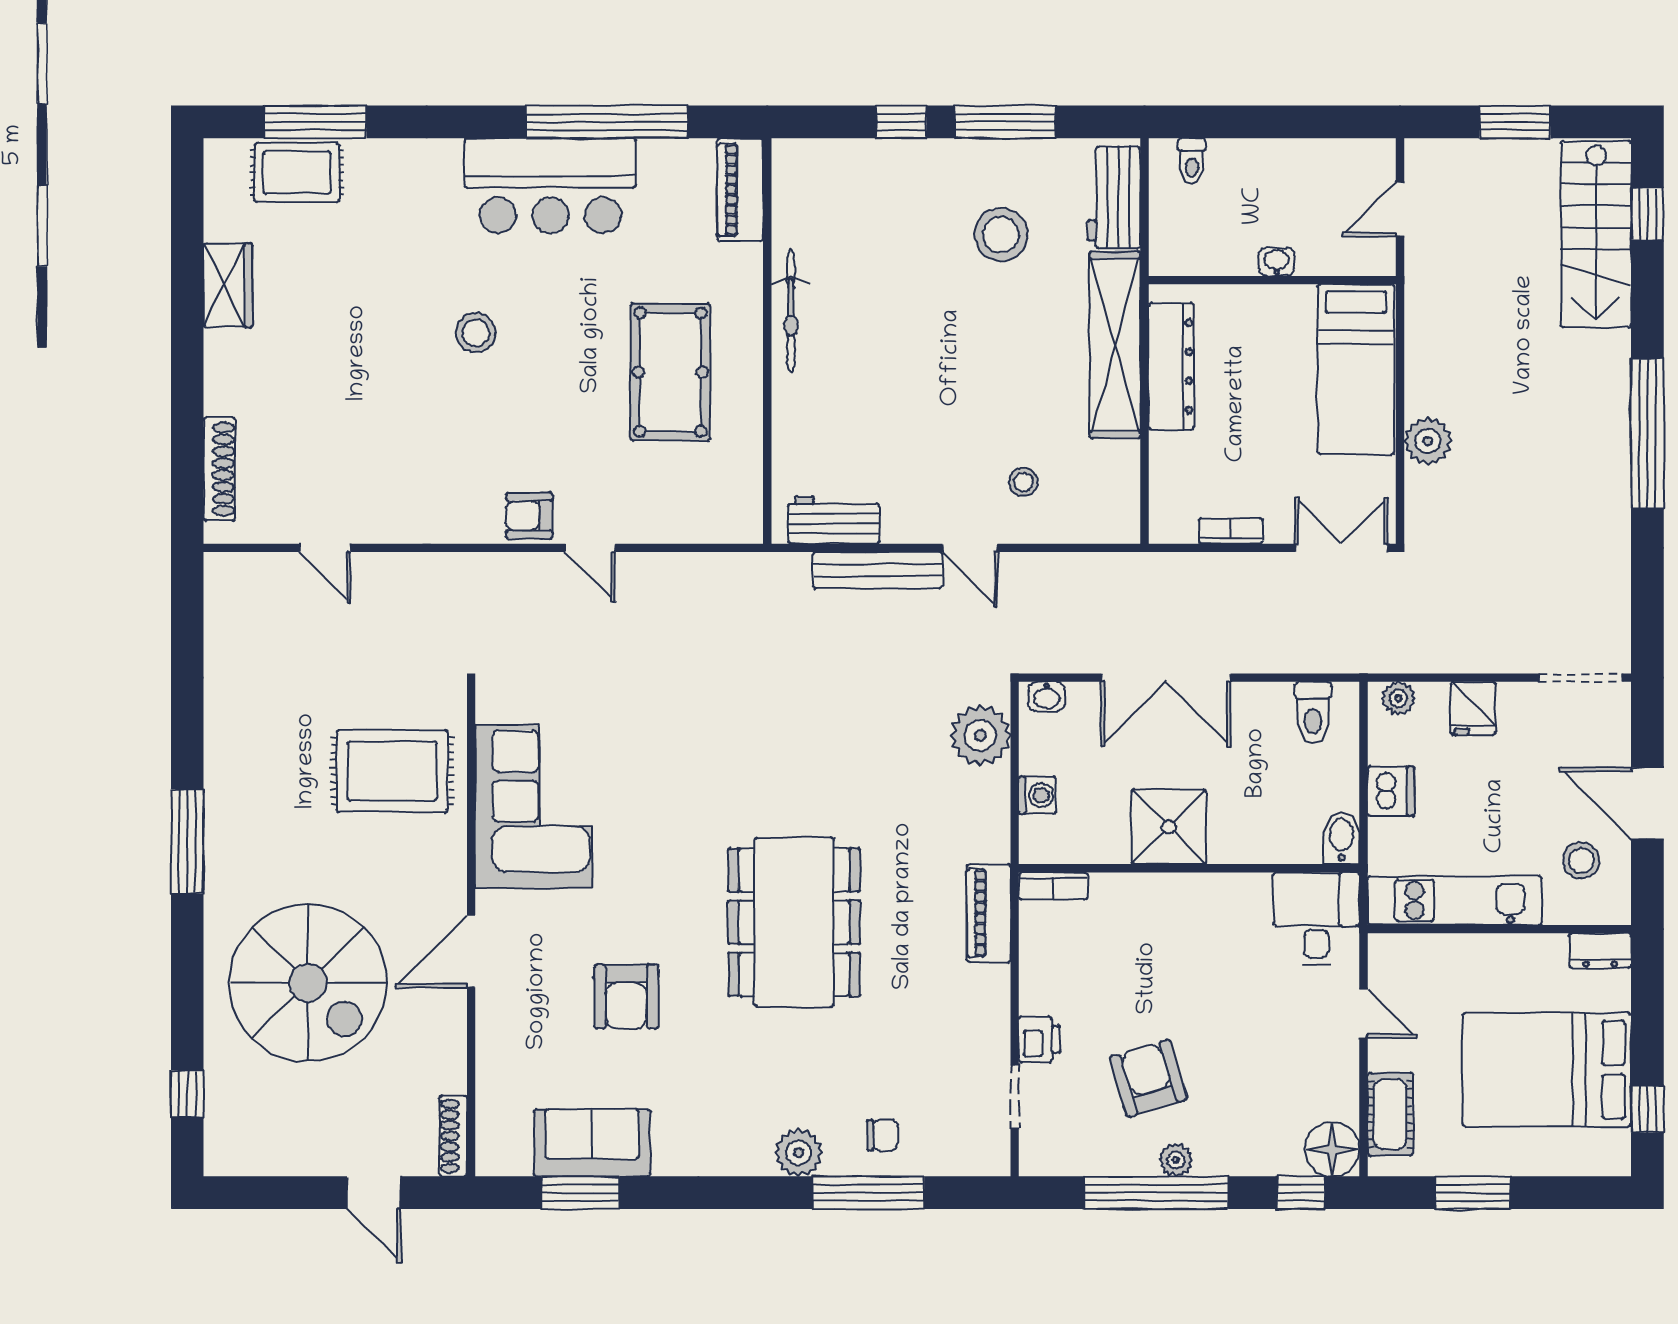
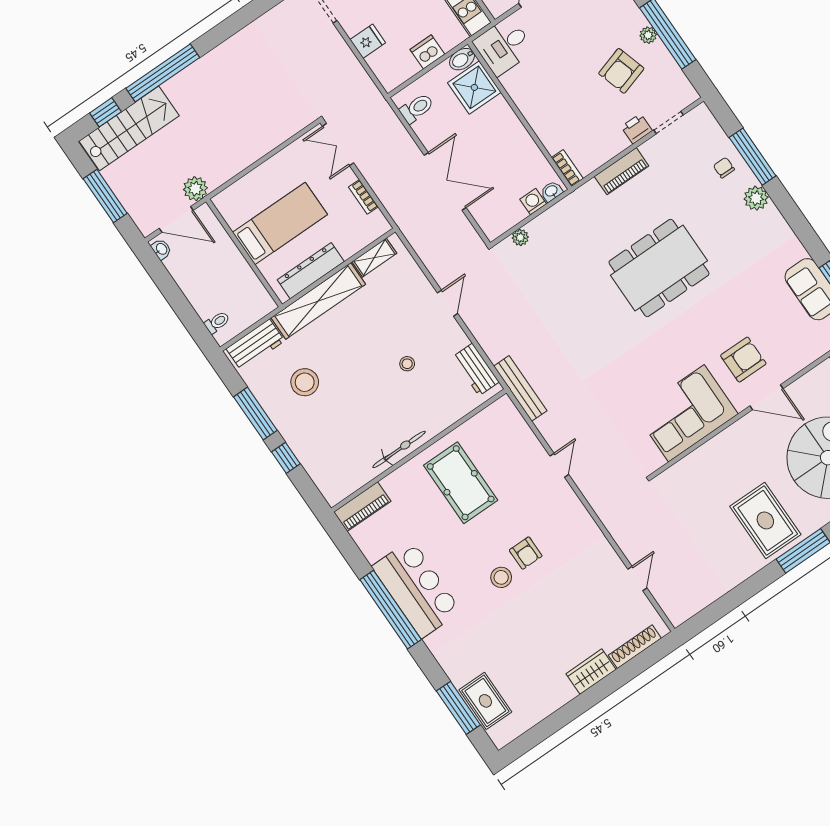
window: (607, 122) -> (391, 610), moved
window: (1515, 122) -> (105, 196), width x1.44
door: (1400, 209) -> (176, 219), width x1.37
washbasin: (1277, 262) -> (161, 249), moved, turned 180
wardrobe: (228, 285) -> (591, 672), moved
bed: (1356, 369) -> (280, 223), moved
pool table: (670, 372) -> (461, 483), turned 90
window: (1647, 434) -> (163, 73), moved
plant: (1428, 441) -> (195, 189), moved
stool: (1023, 482) -> (407, 364), moved
shelving: (1122, 482) -> (374, 258), added
armchair: (529, 516) -> (526, 553), moved
bench: (878, 570) -> (520, 388), moved
washbasin: (1047, 697) -> (551, 191), moved, turned -90
plant: (1398, 698) -> (386, 76), removed
plant: (980, 735) -> (520, 237), width x0.53, depth x0.53
rug: (392, 771) -> (765, 520), moved
shower: (1169, 827) -> (474, 87), moved
piano: (989, 913) -> (622, 171), moved
armchair: (626, 997) -> (743, 360), moved

